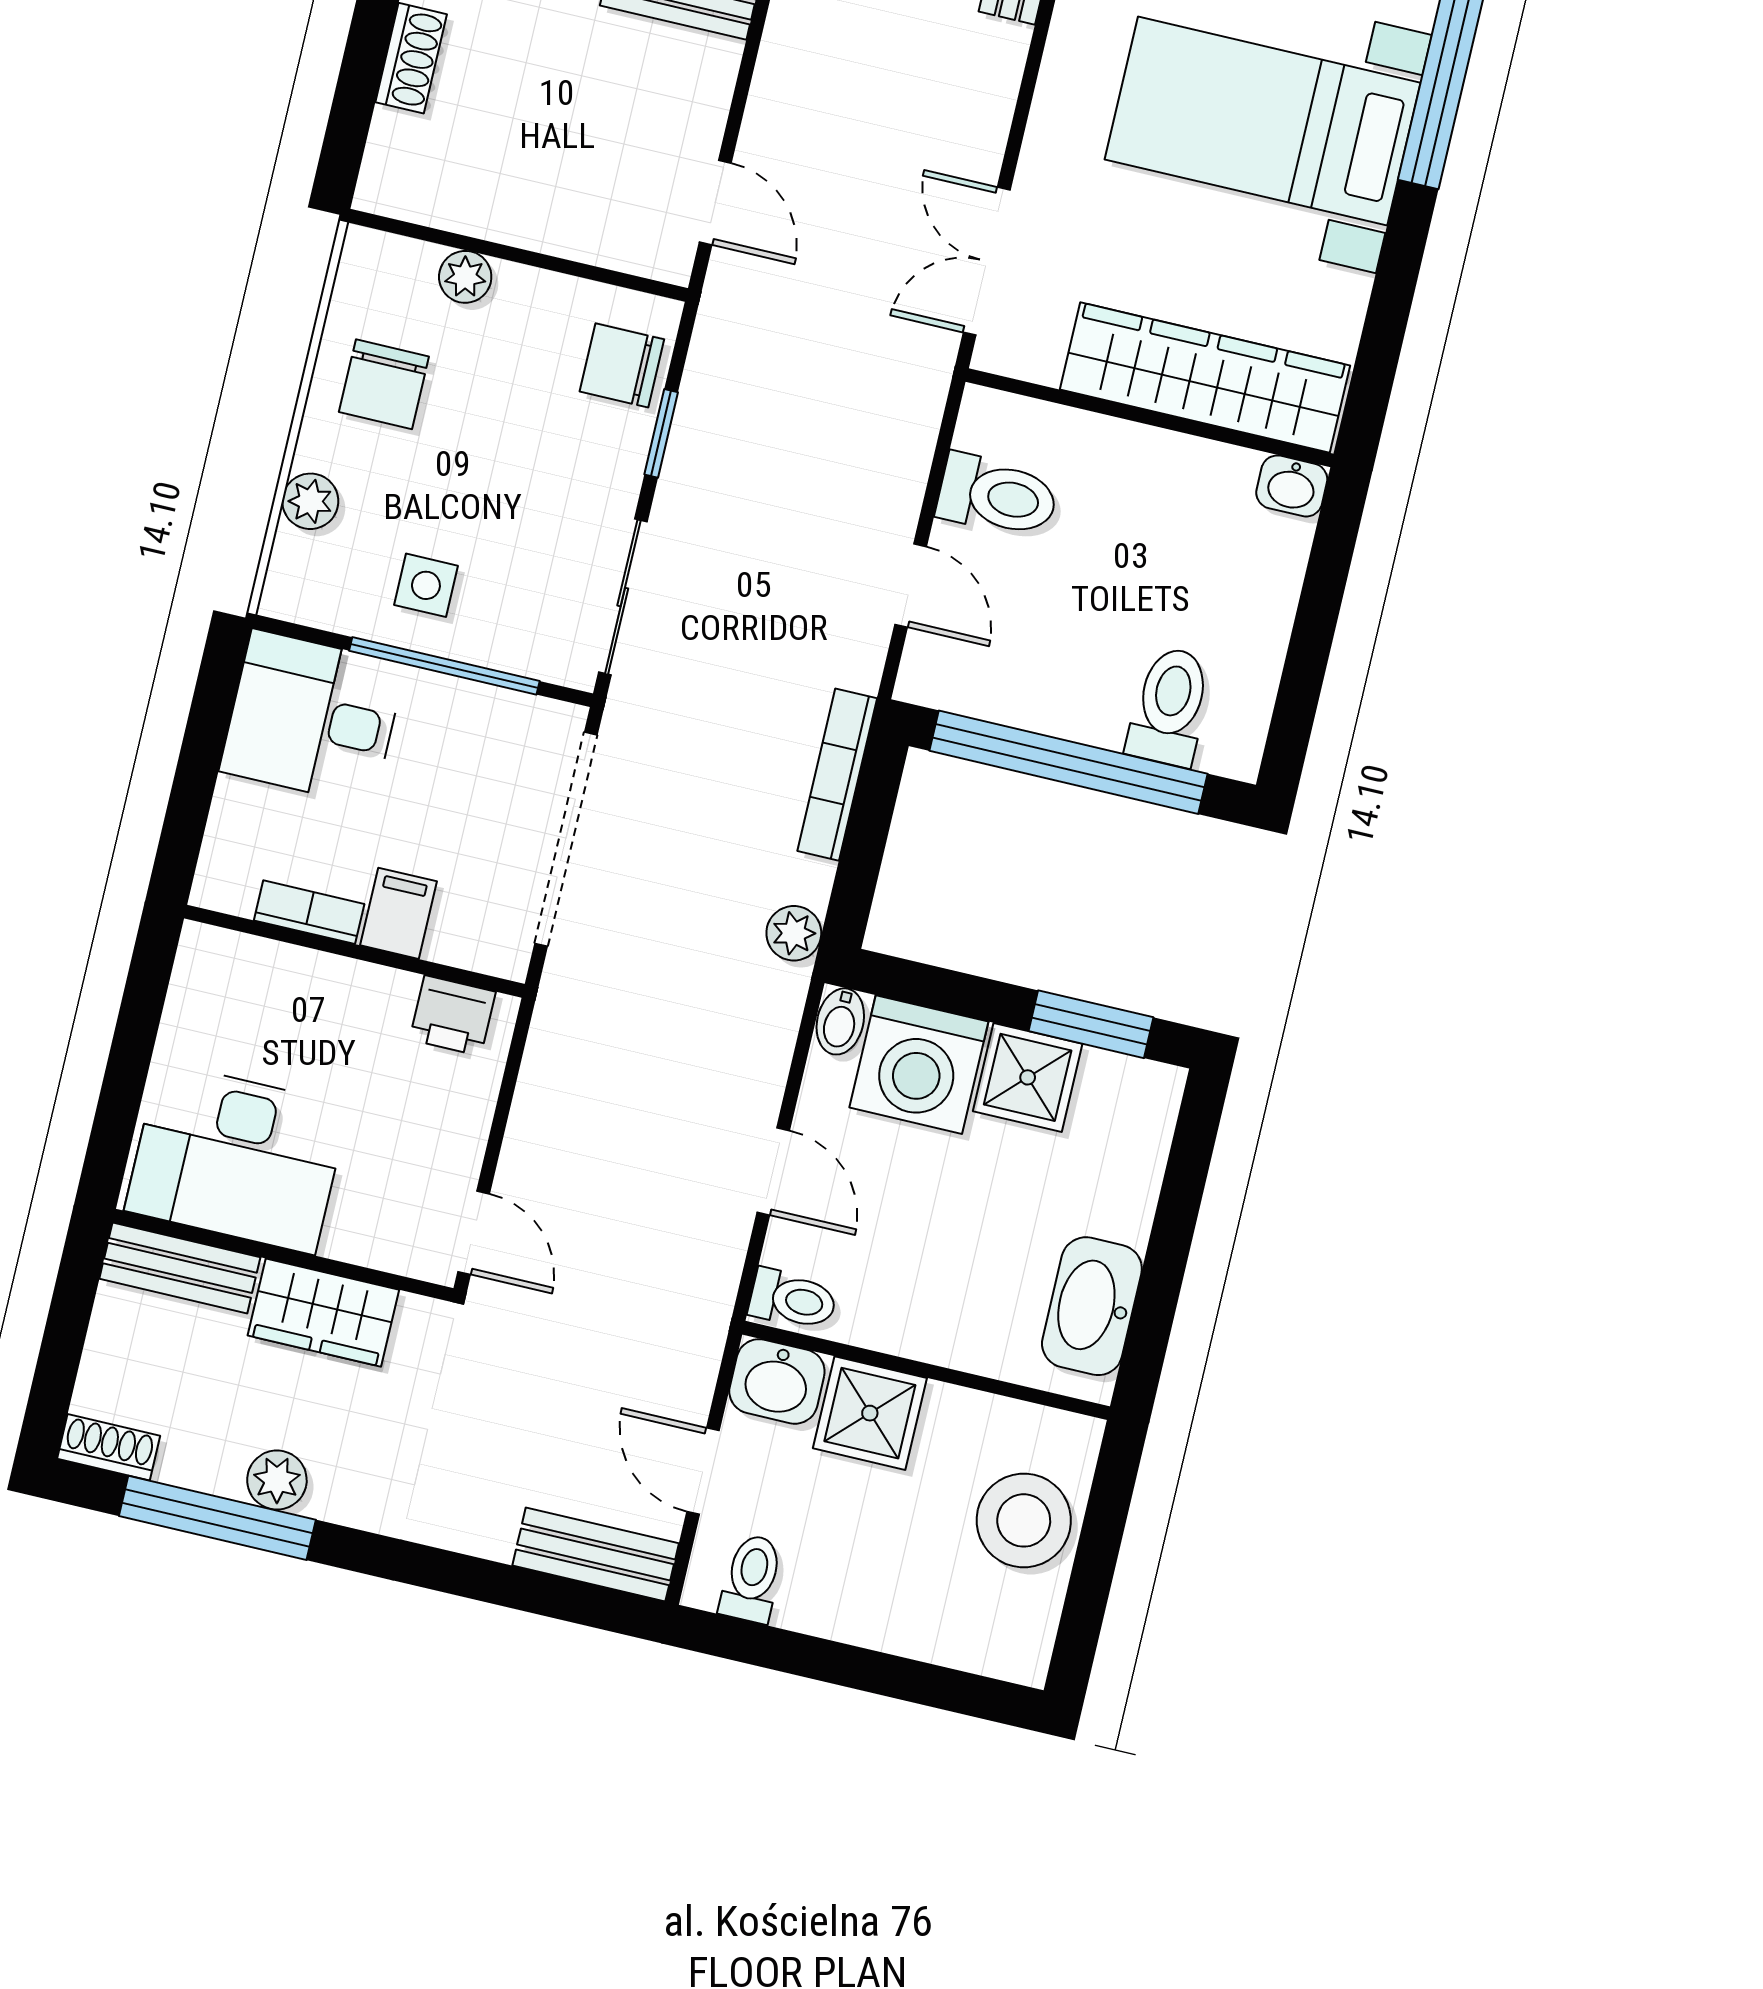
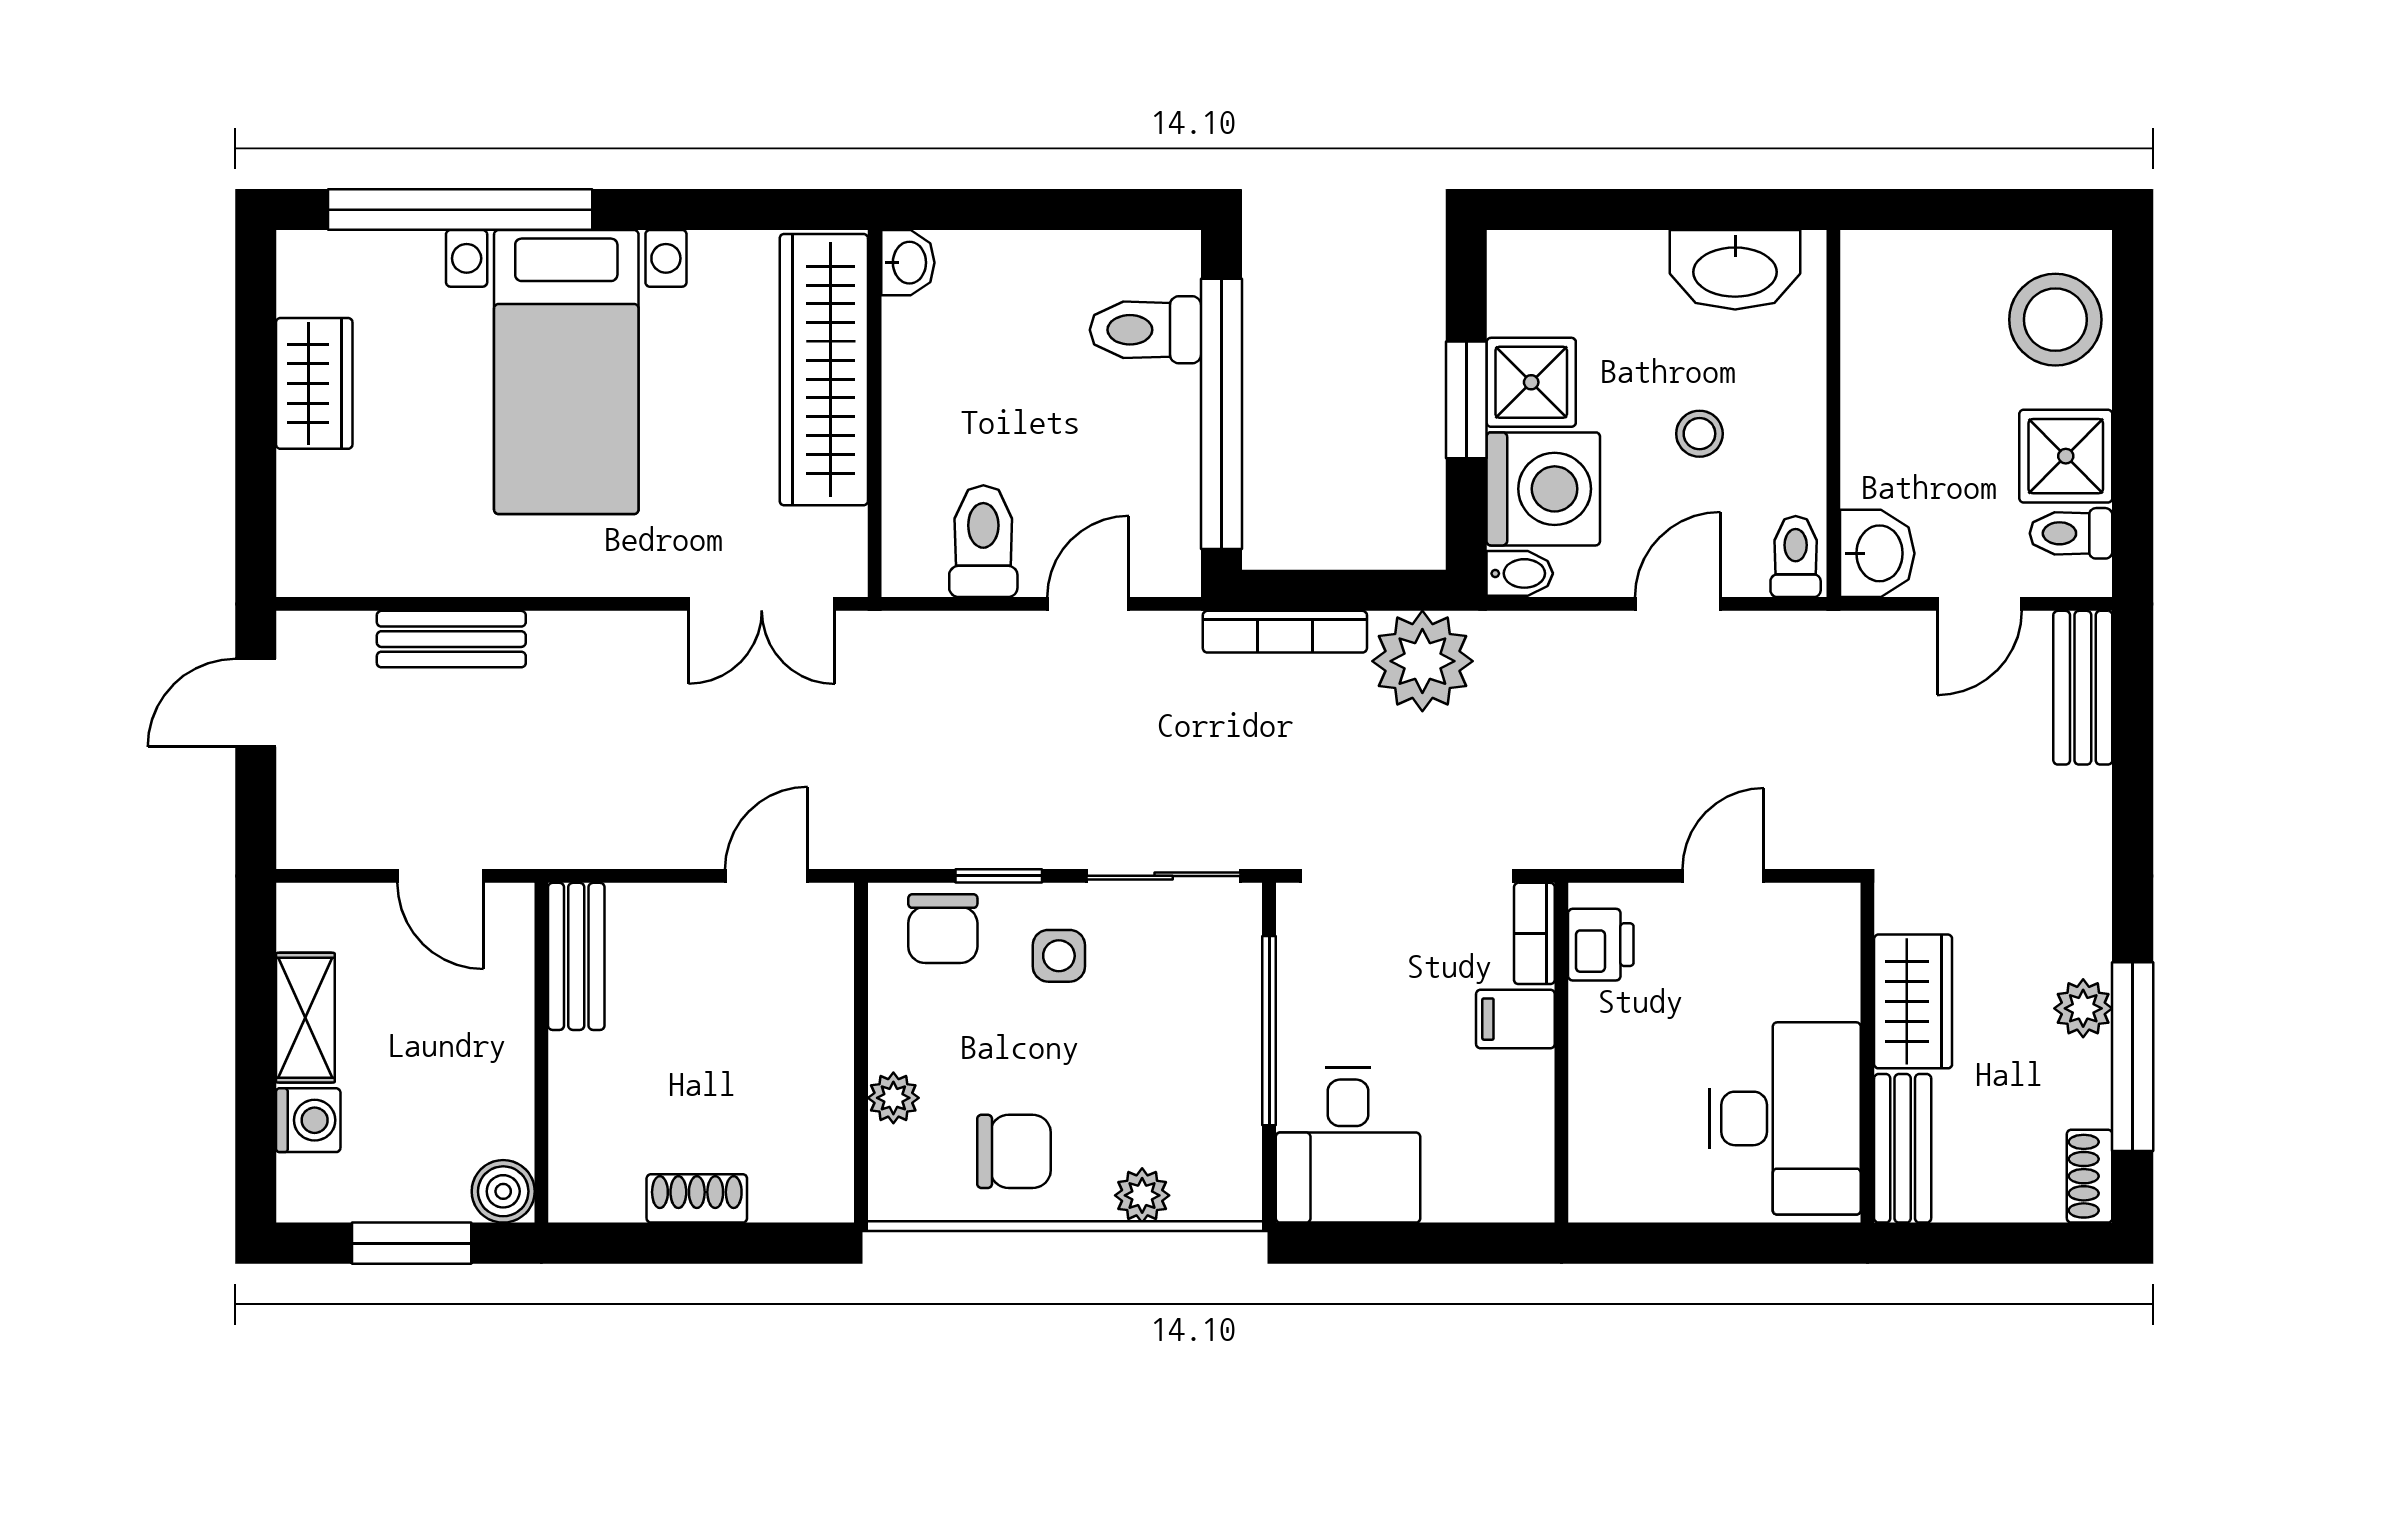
side table: (426, 585) -> (1059, 956), moved
bookcase: (309, 912) -> (1534, 933), moved
plant: (794, 933) -> (1422, 661), width x1.88, depth x1.88
window: (1091, 1024) -> (1466, 400), moved
door: (474, 1233) -> (1723, 876), moved
stool: (937, 1233) -> (1699, 434), added
shower: (870, 1413) -> (2066, 456), moved
stool: (1024, 1520) -> (2055, 320), moved

